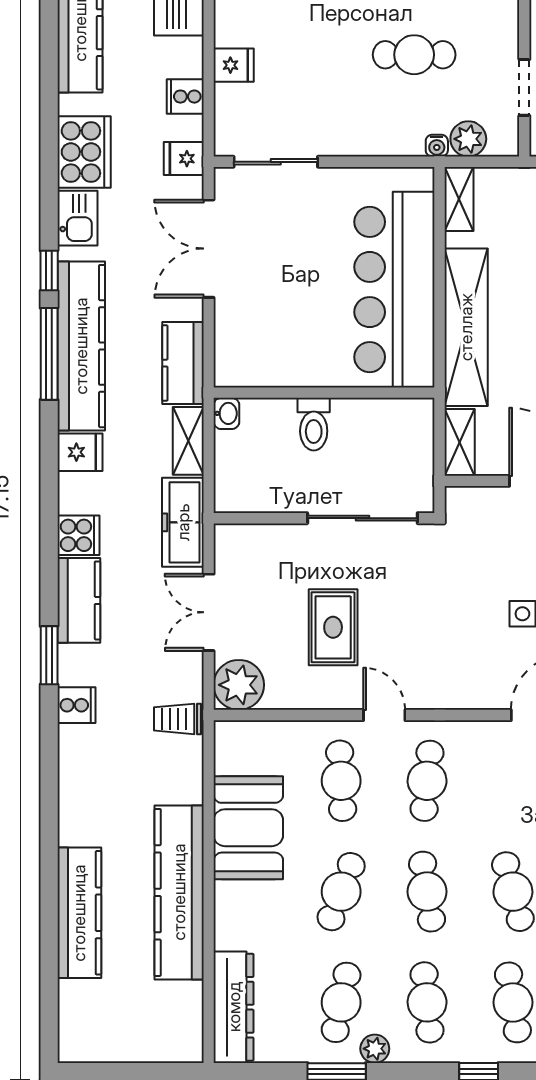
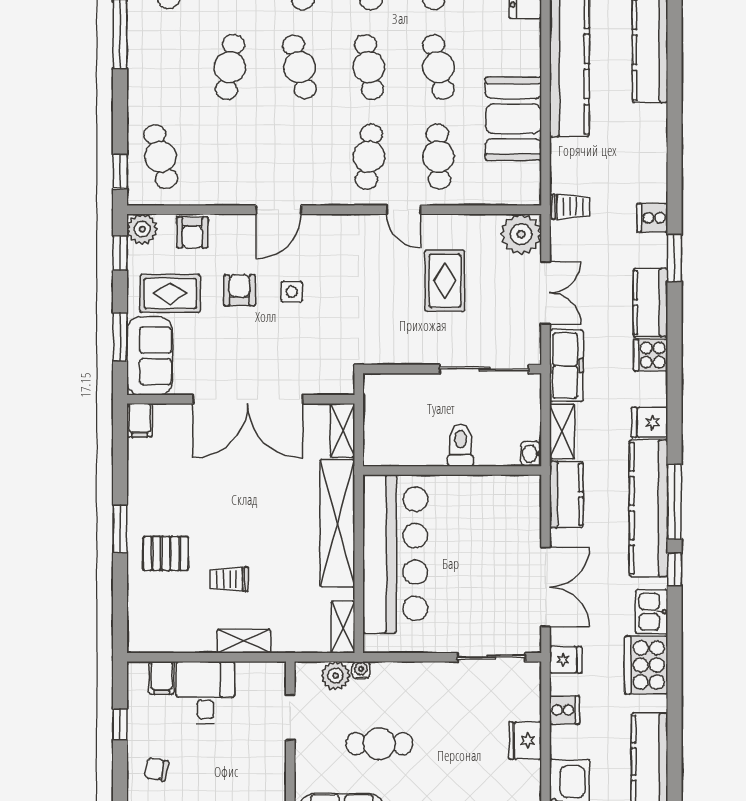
fridge: (234, 65) -> (525, 741), width x1.38
sliding door: (362, 518) -> (484, 369), moved
cafe table: (341, 892) -> (438, 67), turned -33

